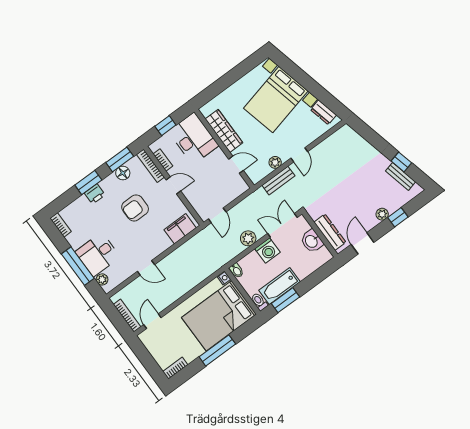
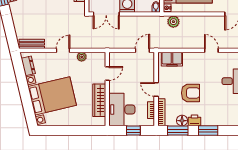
door: (236, 165) -> (107, 73), swing flipped
bench: (278, 181) -> (32, 44), moved
printer: (95, 194) -> (195, 120), moved
plant: (248, 238) -> (173, 22), moved

